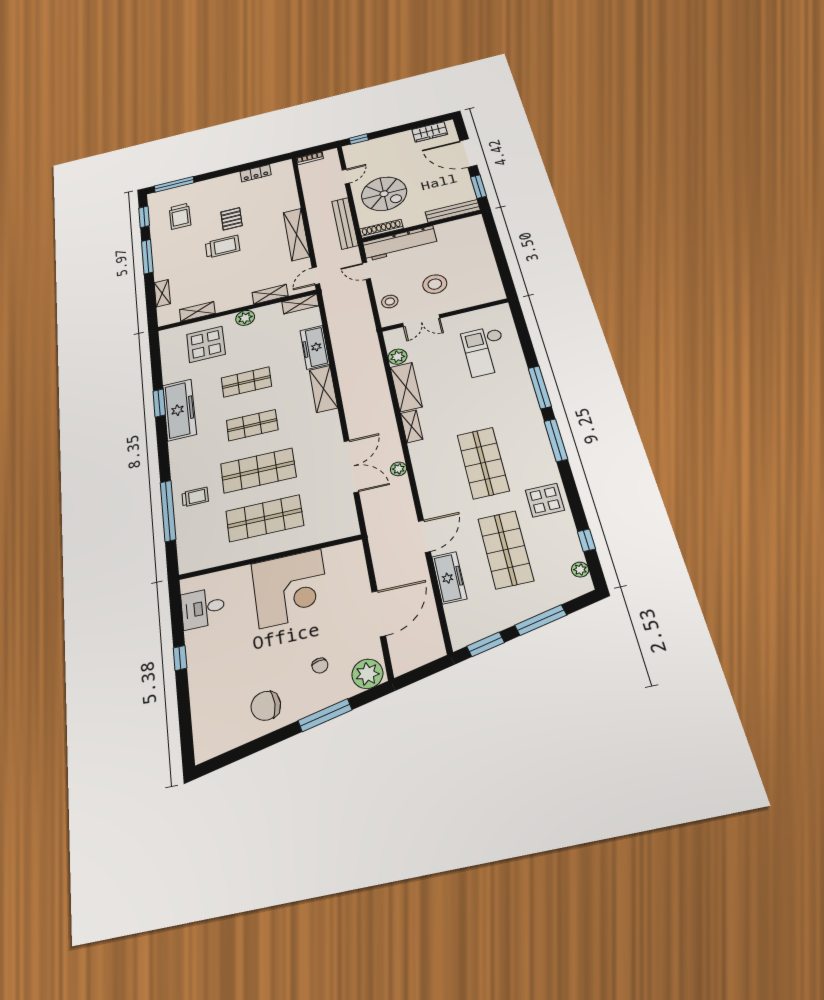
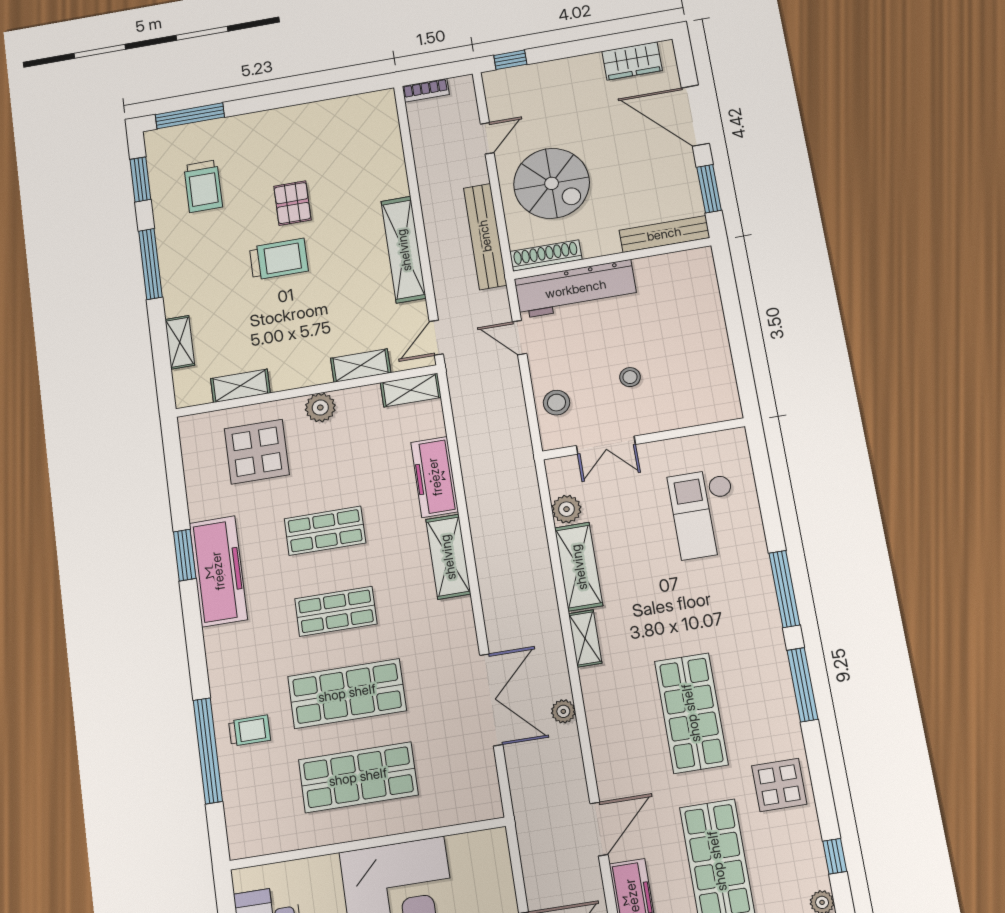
locker: (256, 173) -> (332, 110), removed
stool: (435, 284) -> (630, 377), width x0.53, depth x0.53

